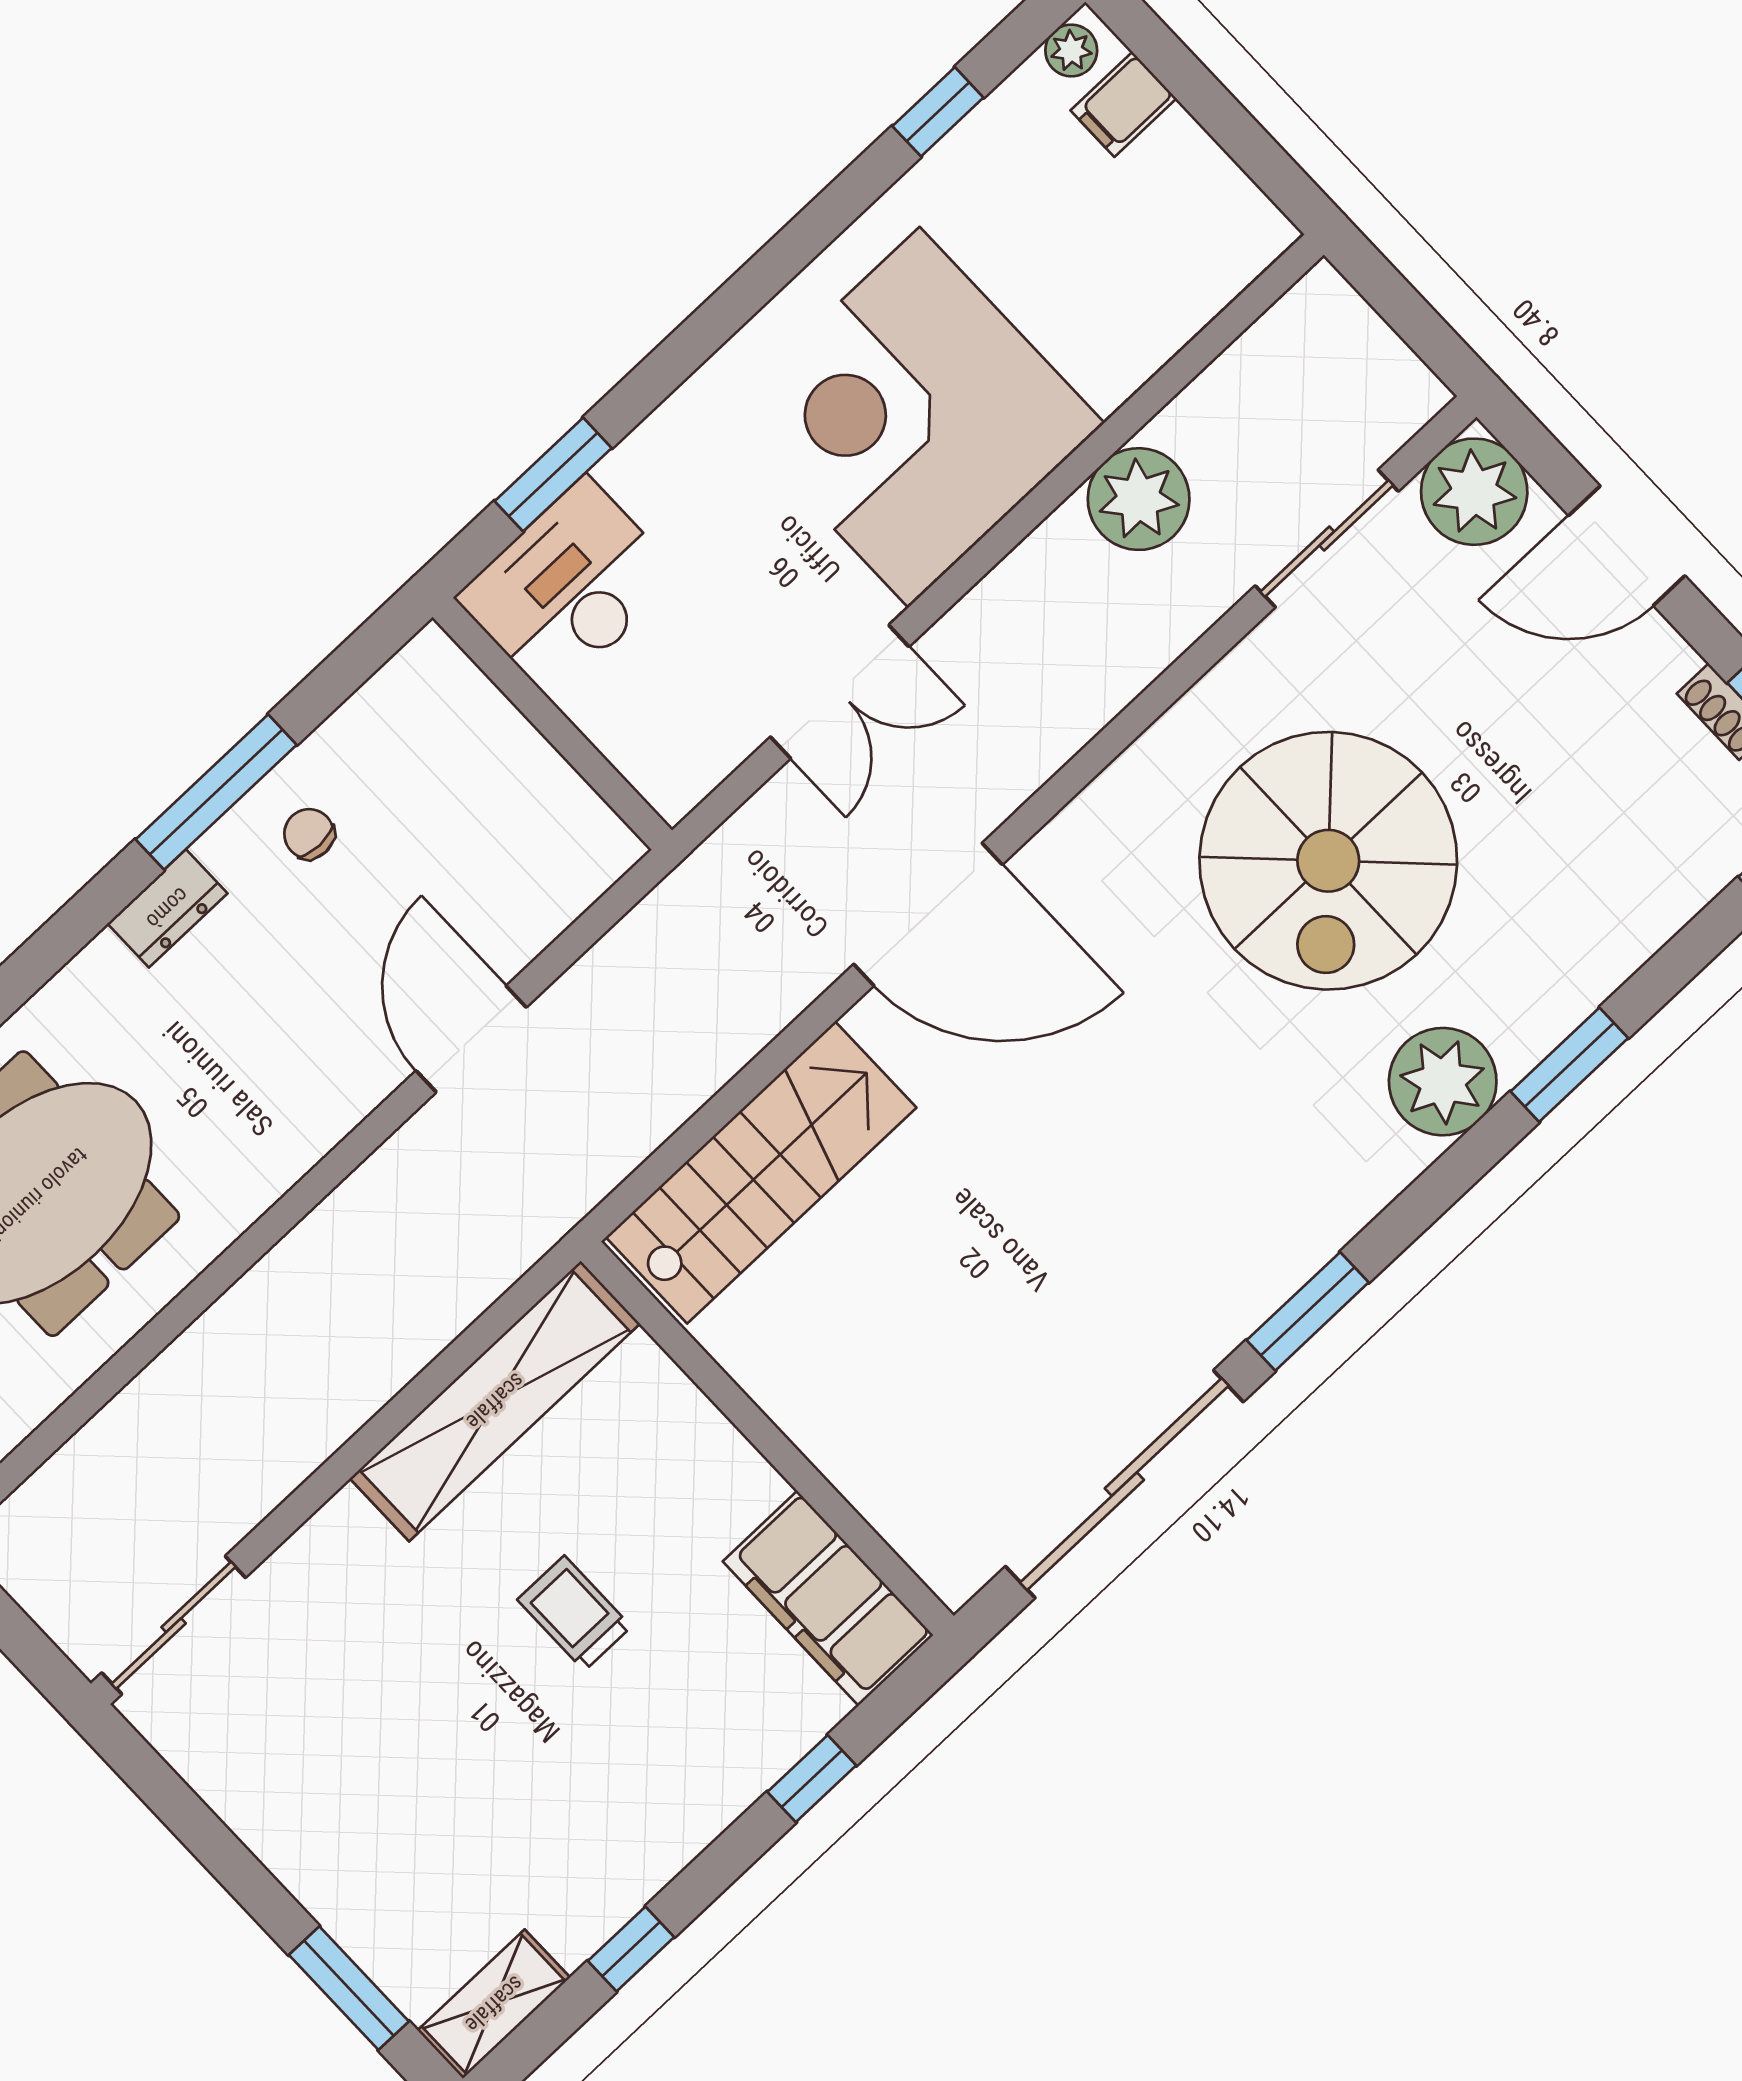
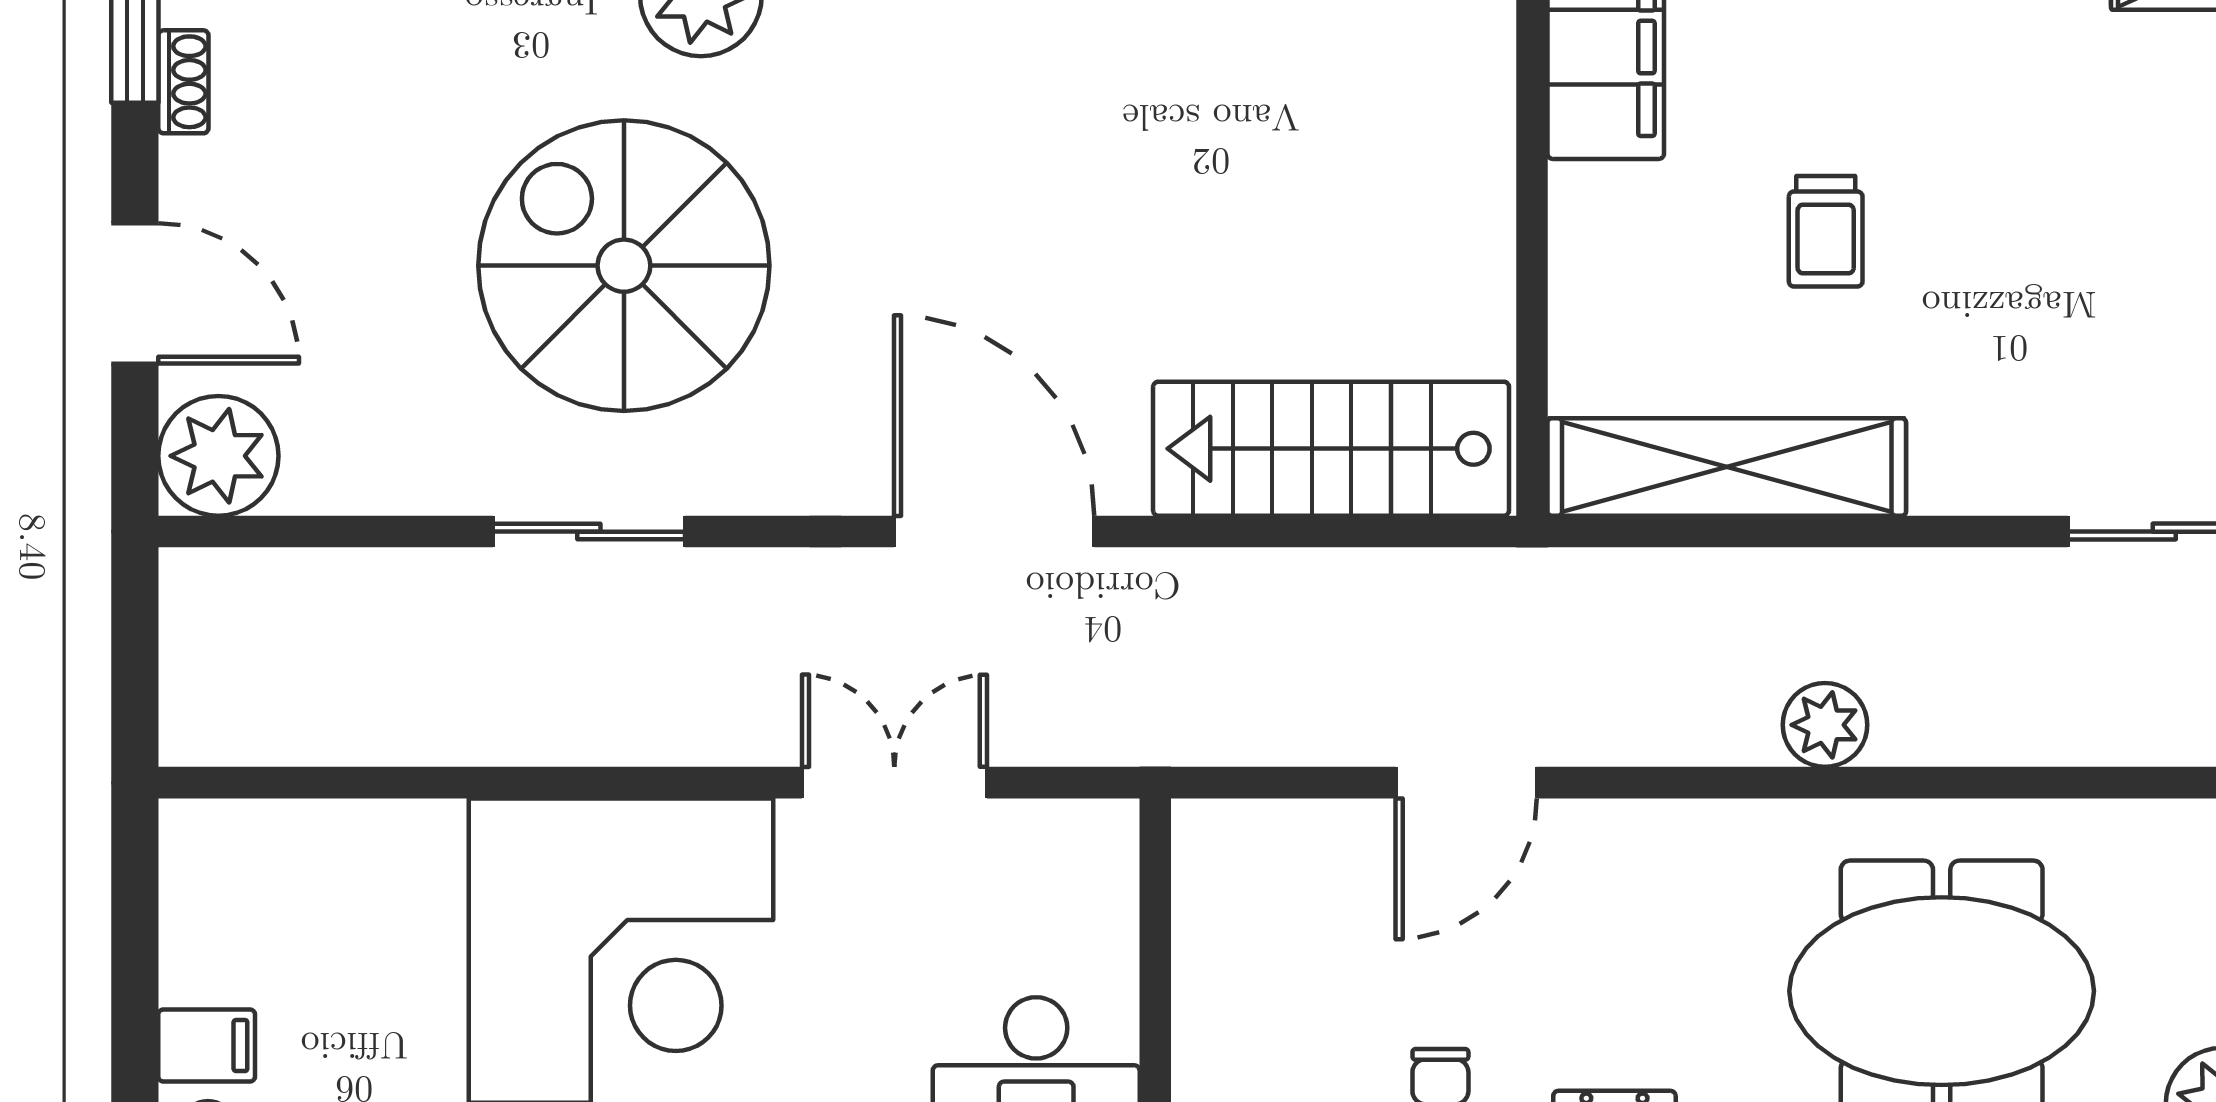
plant: (1139, 499) -> (1825, 725), moved, width x0.73, depth x0.73
sliding door: (1327, 539) -> (589, 532), moved
spiral stairs: (1328, 861) -> (624, 266), turned -90

